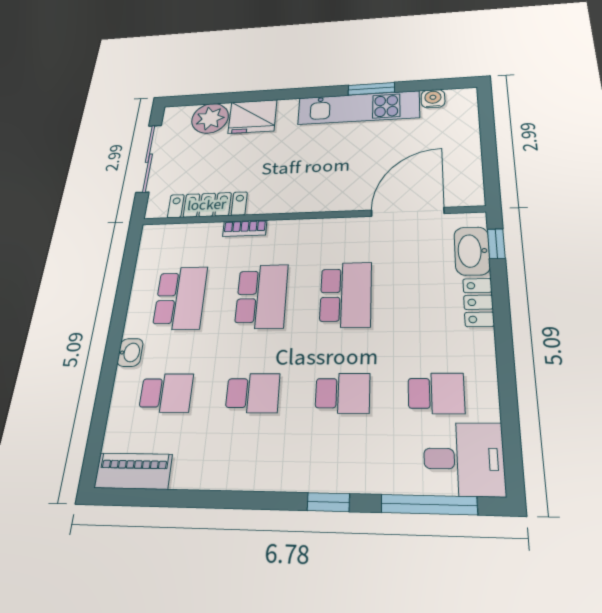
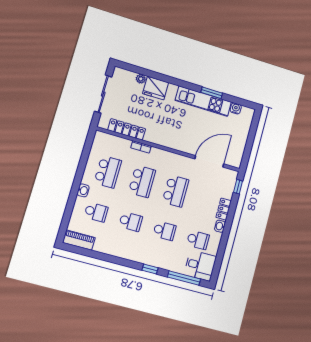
plant: (210, 118) -> (141, 79), width x0.53, depth x0.53
washbasin: (472, 251) -> (220, 226), moved, width x0.52, depth x0.69

